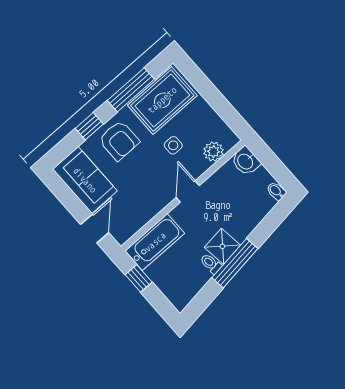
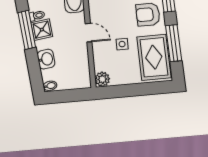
plant: (214, 152) -> (102, 79), moved
washbasin: (246, 161) -> (46, 59), moved, turned 83

